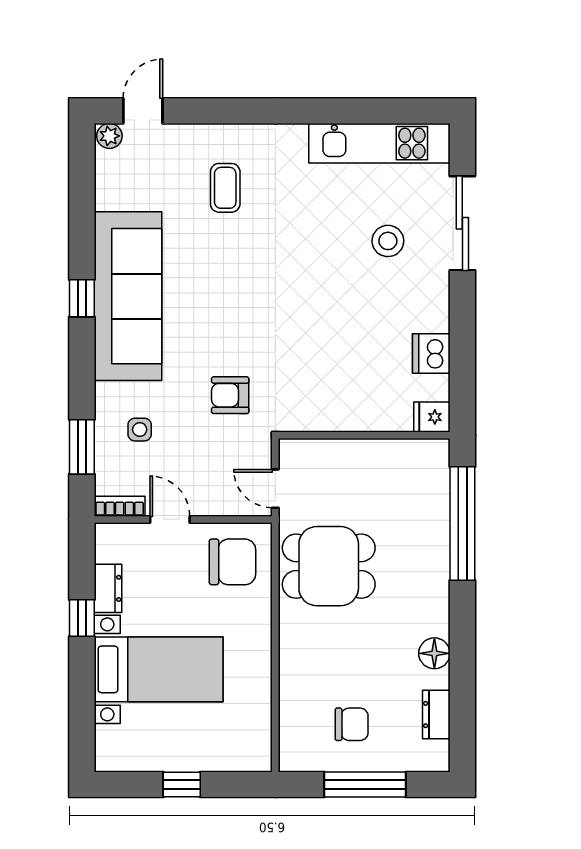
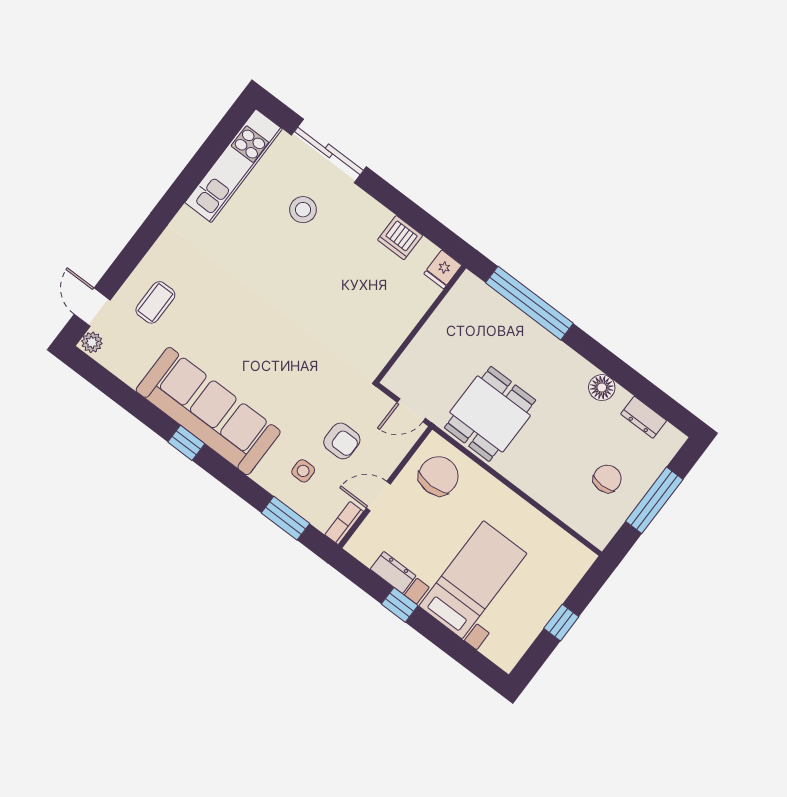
coffee table: (225, 188) -> (155, 302), moved, turned 90
armchair: (230, 395) -> (342, 441), moved, turned -90

